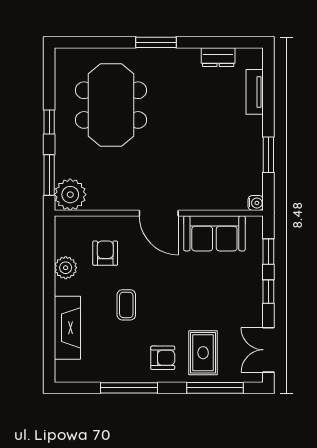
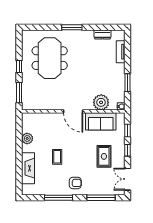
plant: (70, 195) -> (101, 102), moved
armchair: (105, 253) -> (47, 131), removed
rug: (203, 353) -> (104, 156), moved

